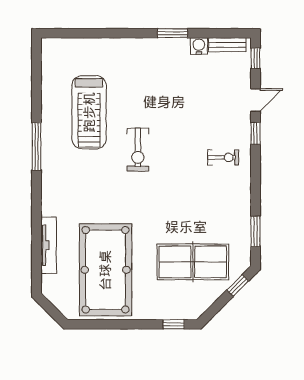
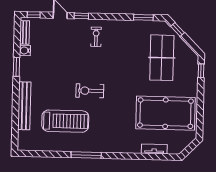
bench: (112, 47) -> (24, 106), added
exercise bike: (138, 150) -> (90, 91), turned 180
tv unit: (49, 245) -> (154, 149), width x0.71

